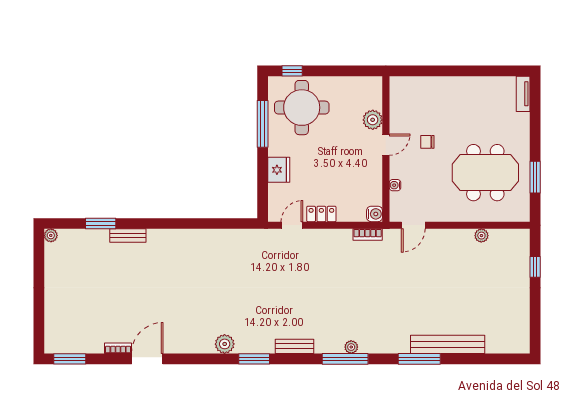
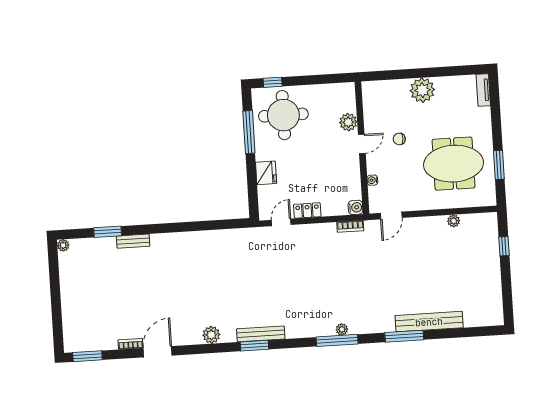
plant: (456, 90) -> (422, 90), added
plant: (225, 344) -> (211, 335), moved
bench: (294, 346) -> (261, 334), moved, width x1.36

